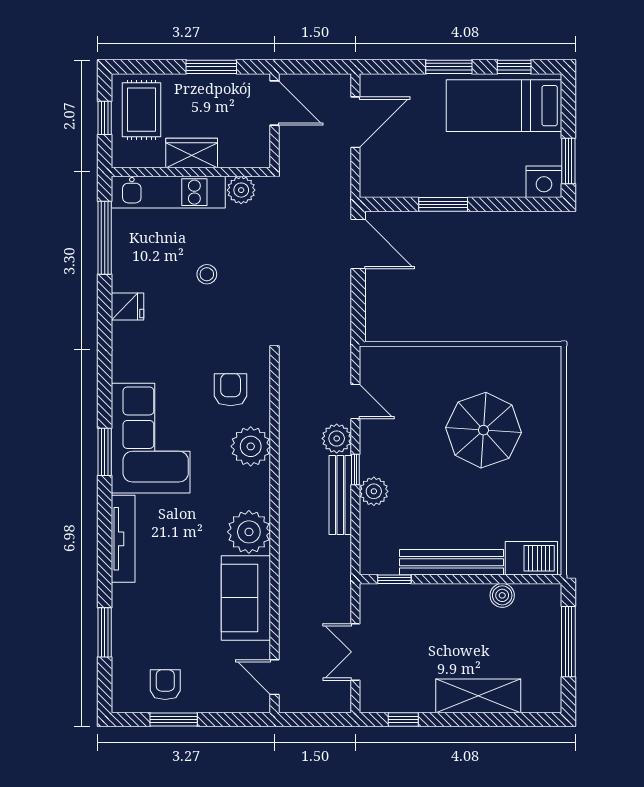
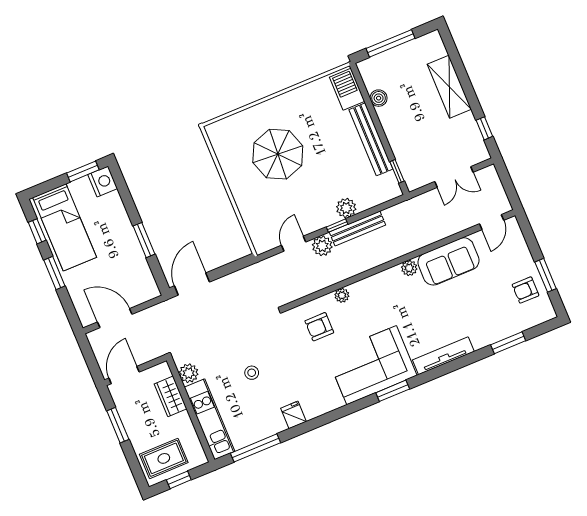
wardrobe: (192, 153) -> (170, 396), moved
plant: (251, 446) -> (342, 295), width x0.53, depth x0.53
plant: (249, 532) -> (409, 268), width x0.53, depth x0.53

